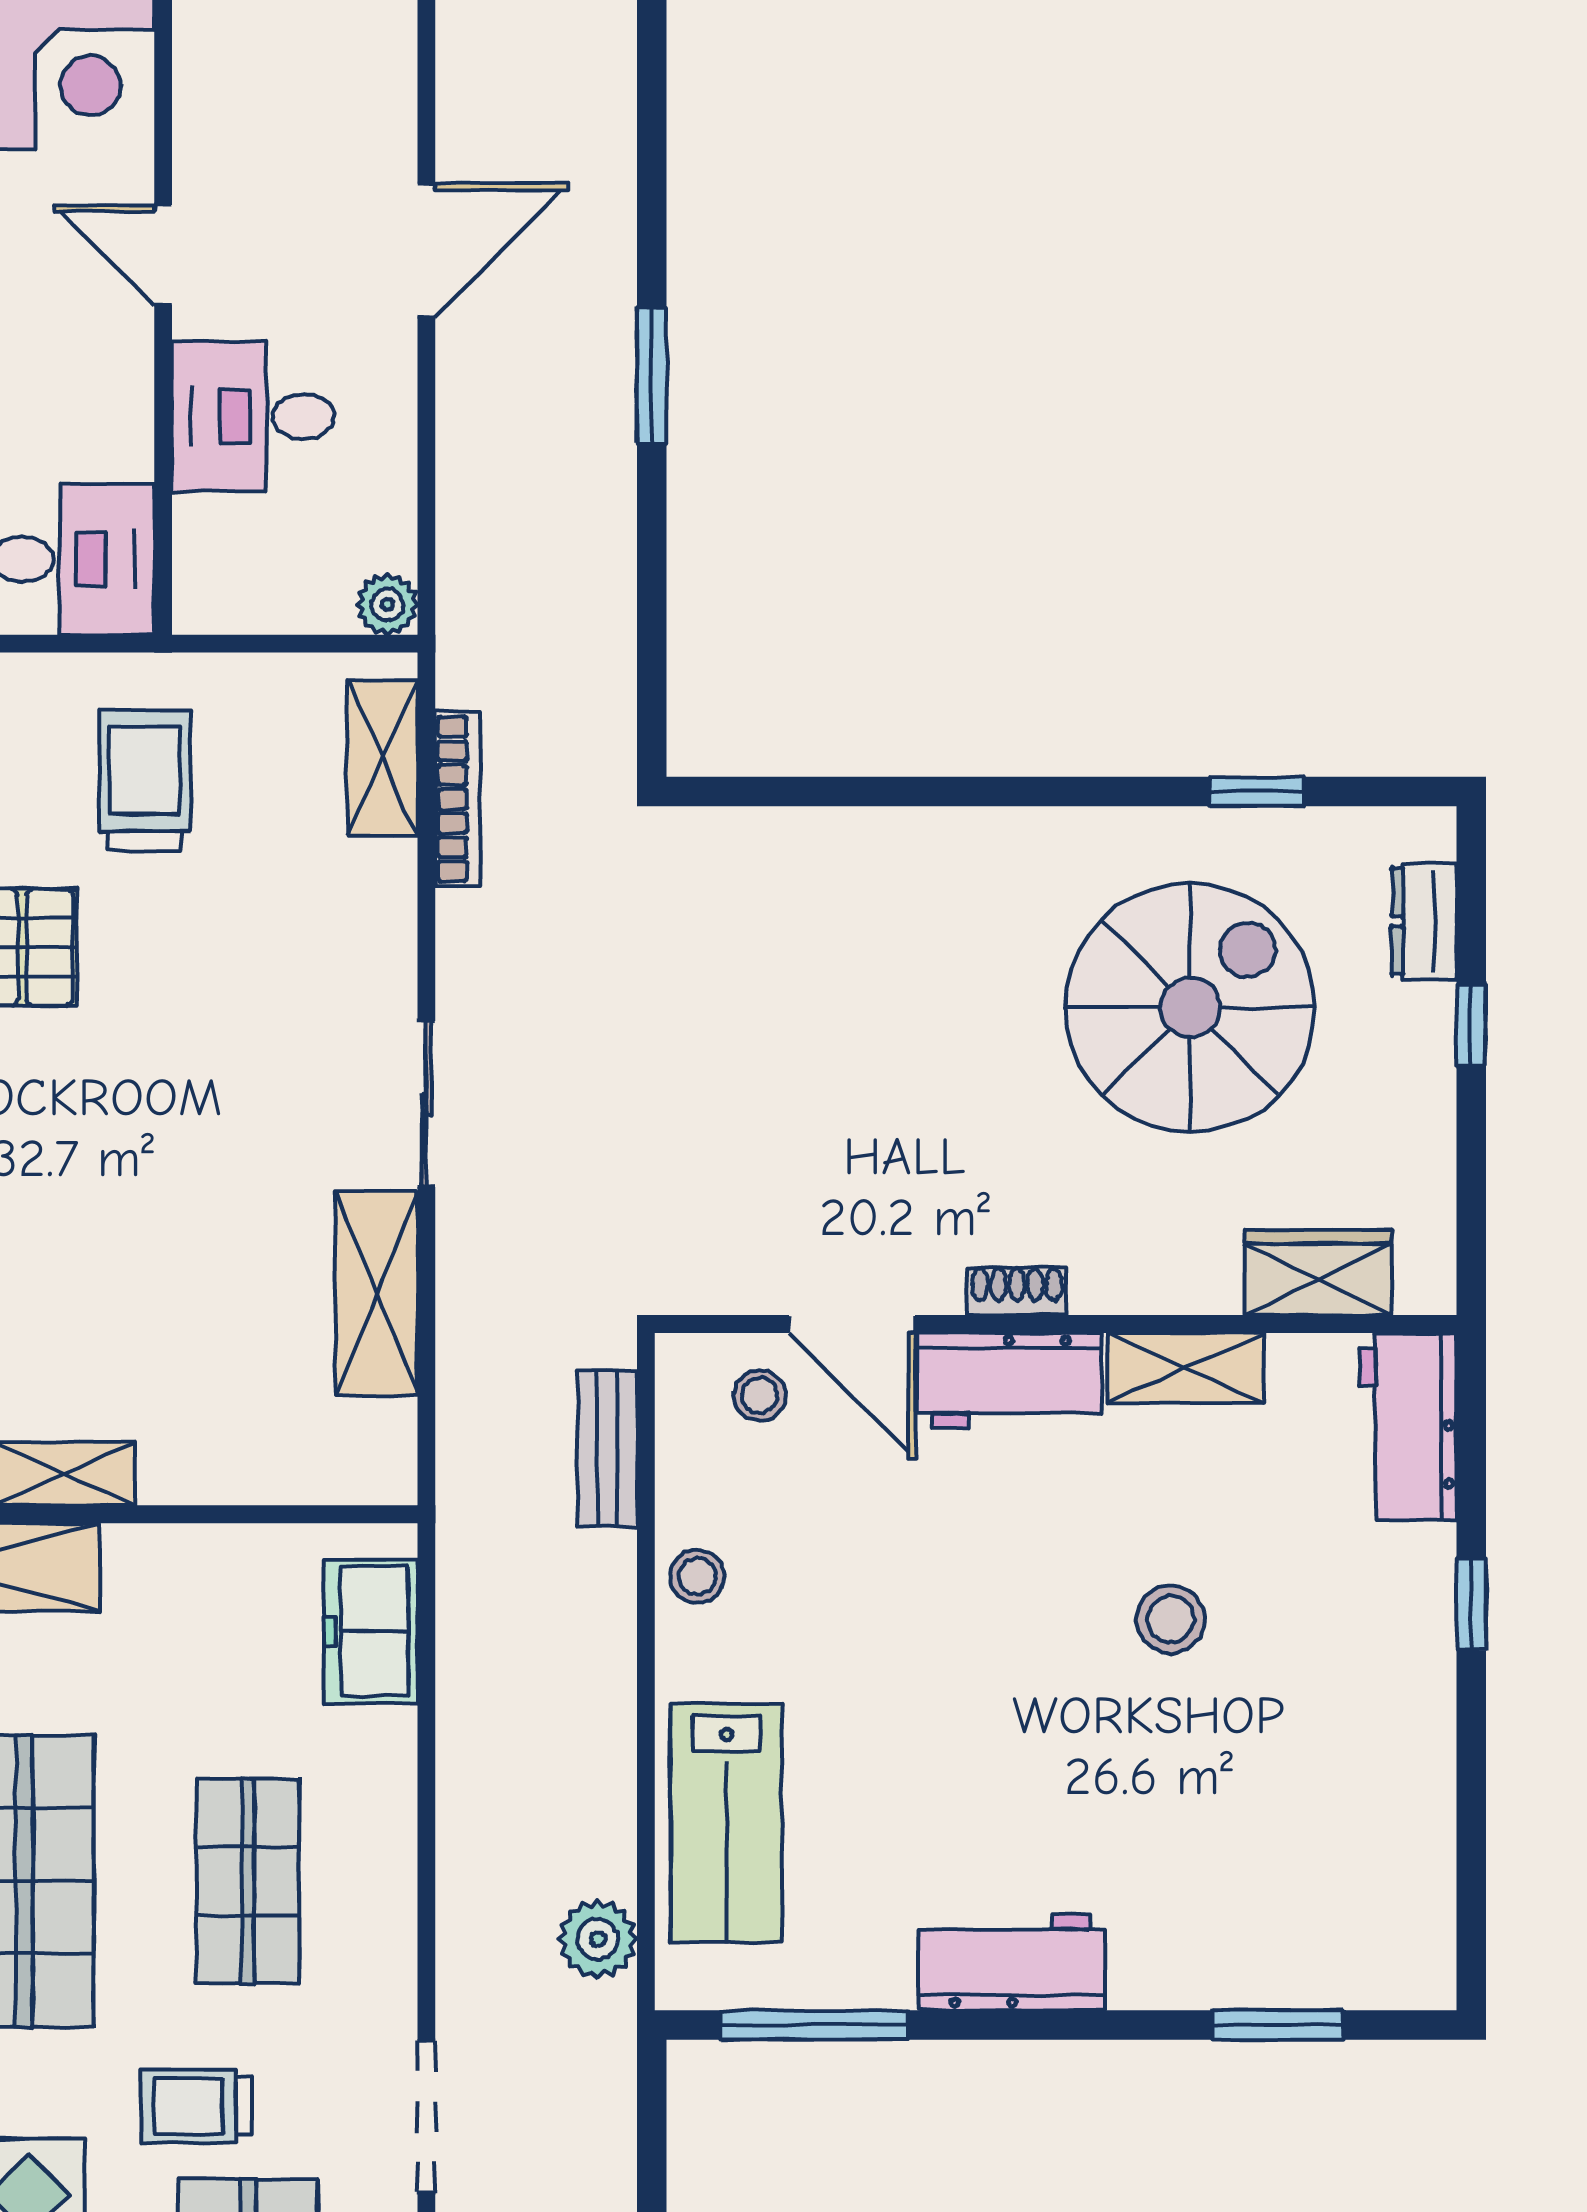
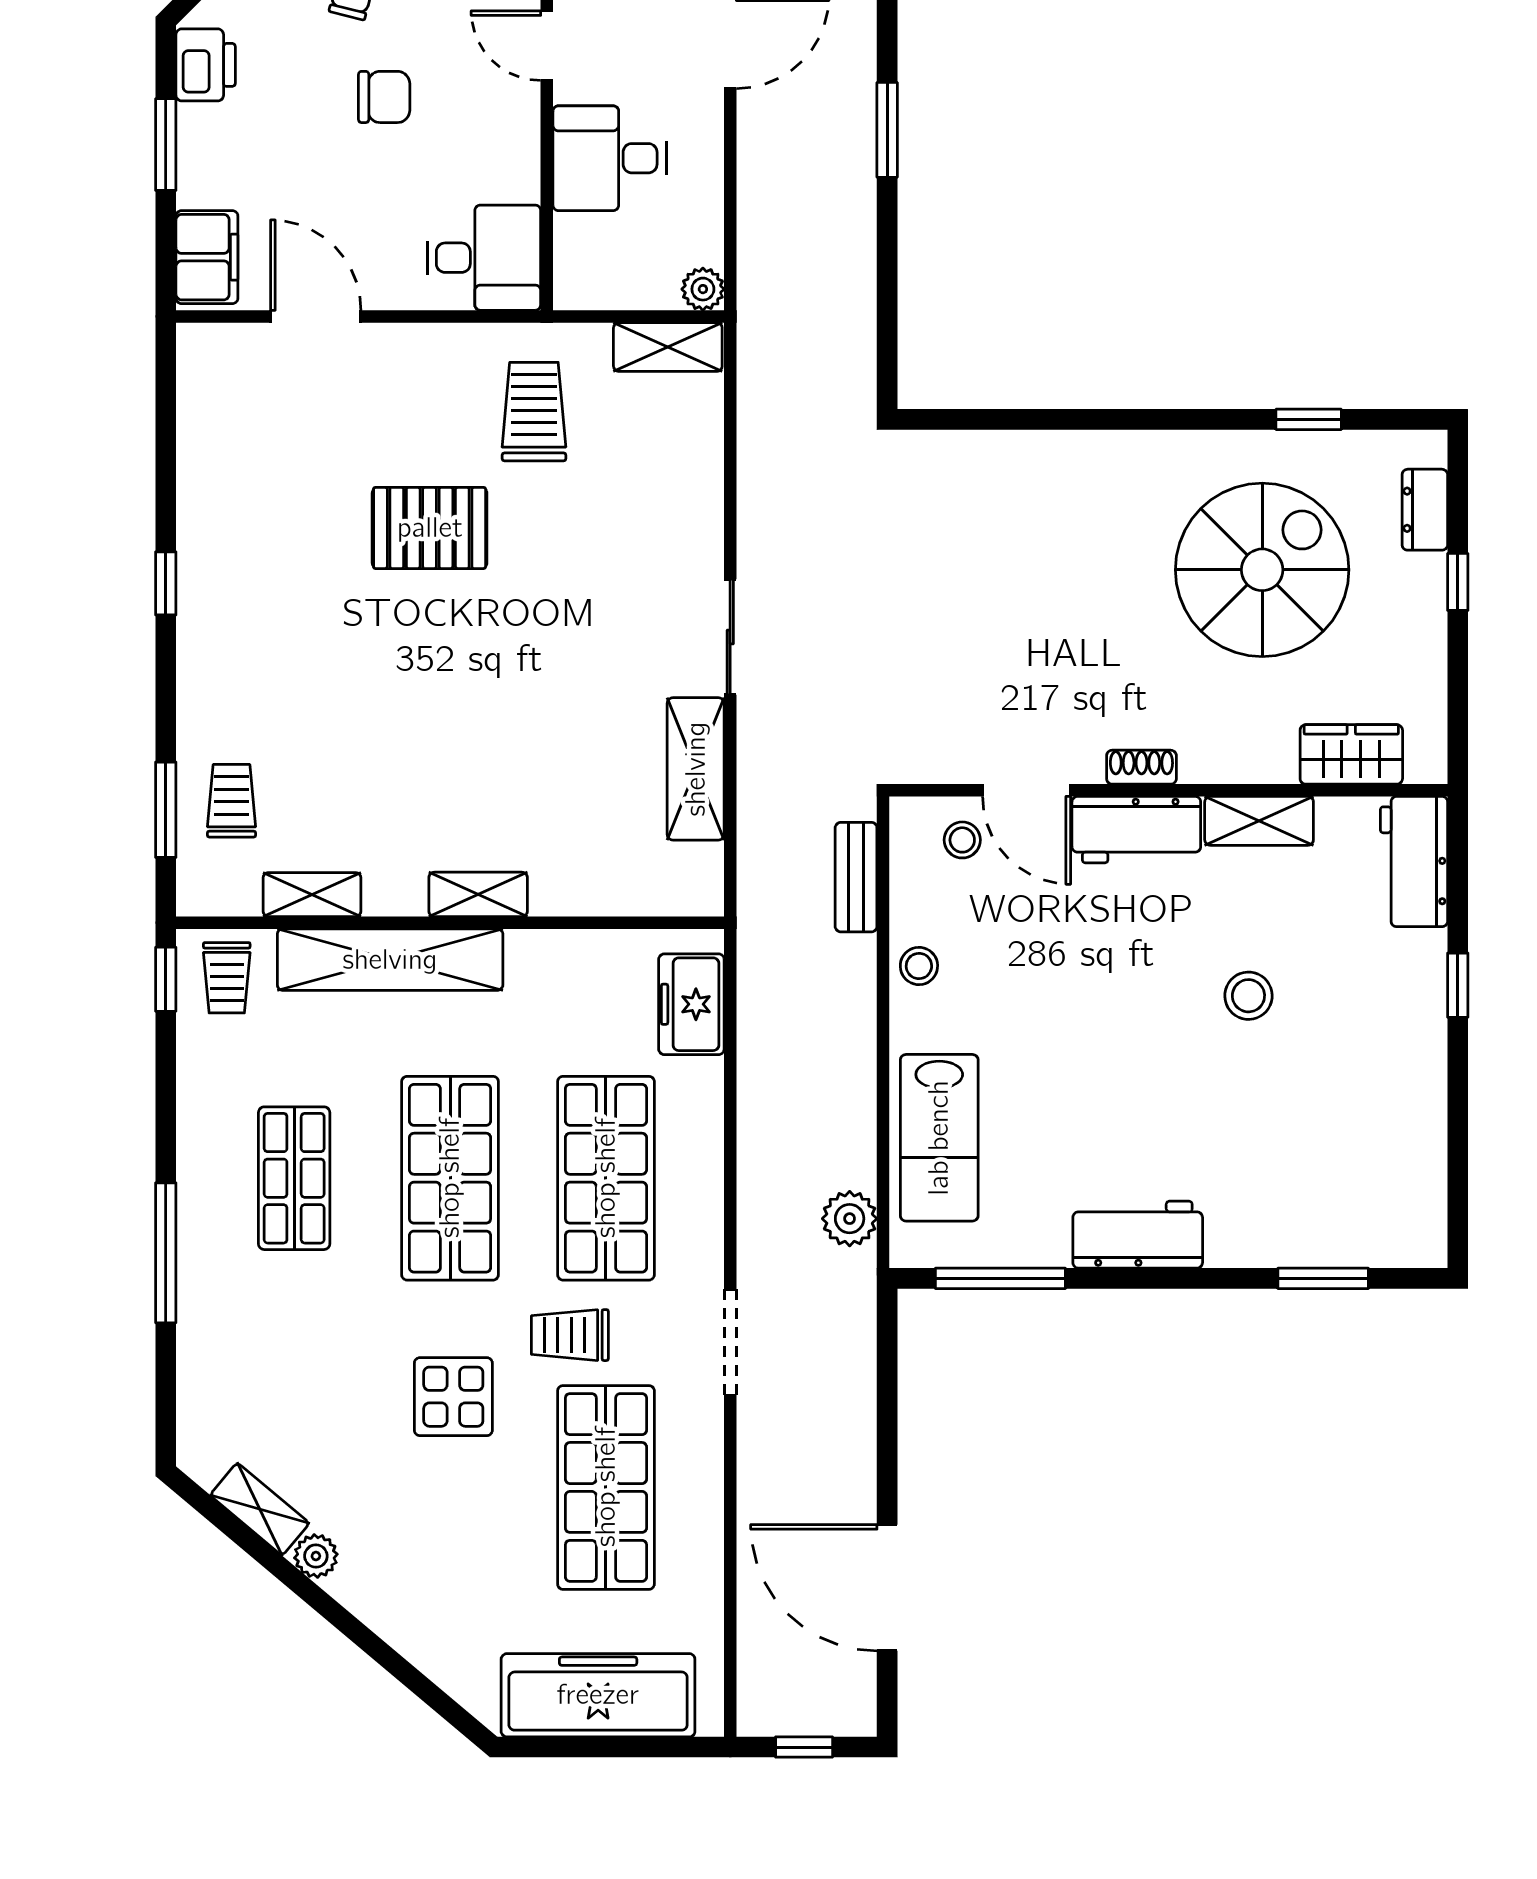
shelving: (383, 758) -> (668, 347), moved, turned 90
bookcase: (458, 799) -> (752, 425), removed
shop shelf: (248, 1881) -> (606, 1178), width x1.43, depth x1.36

